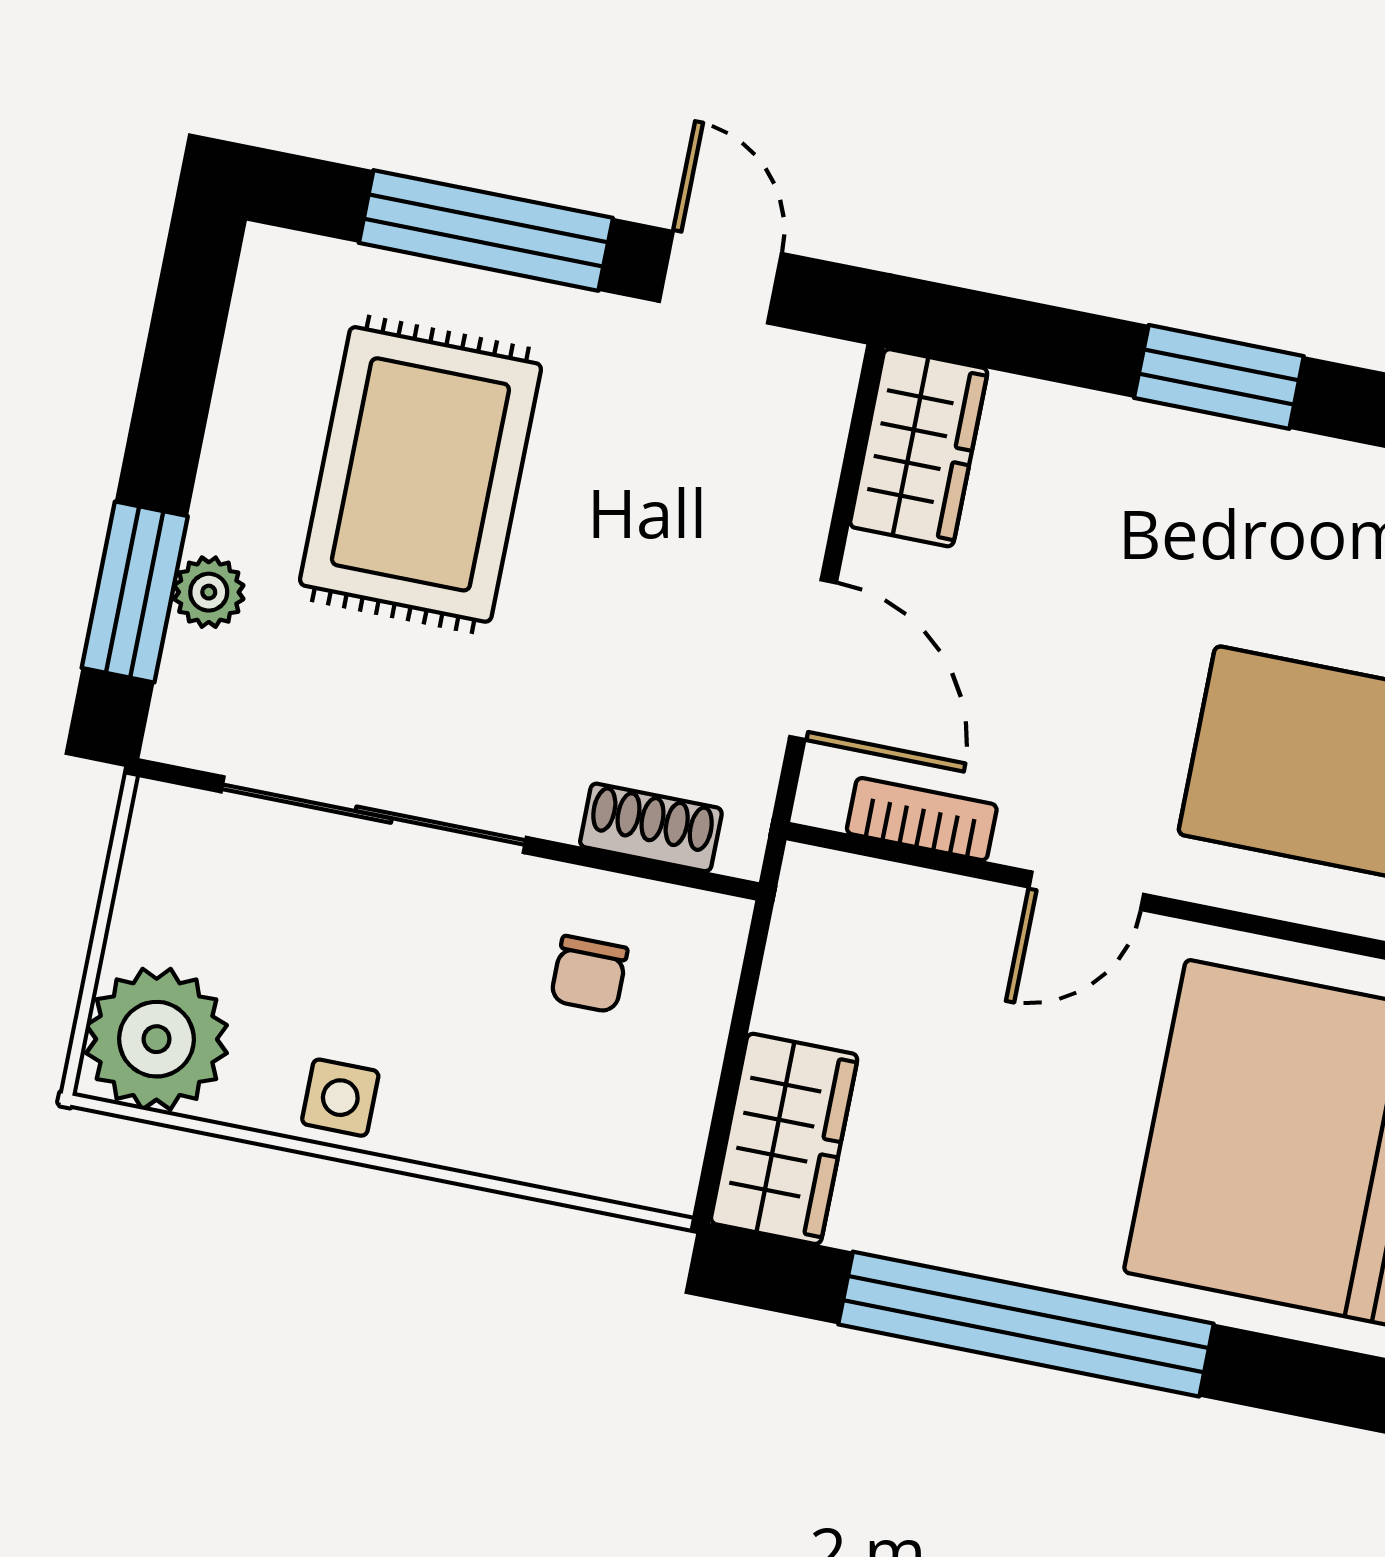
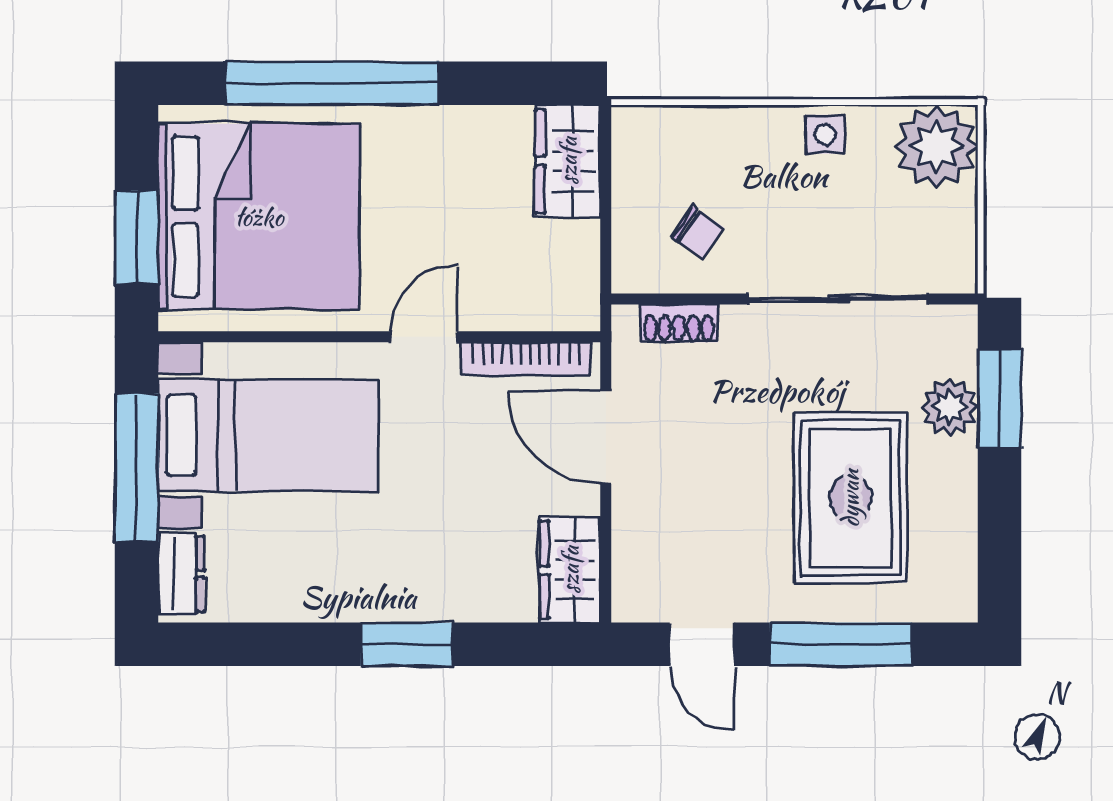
plant: (209, 592) -> (950, 407), width x1.38, depth x1.38
bookcase: (922, 819) -> (526, 359), width x1.56
chair: (589, 974) -> (697, 233), turned 125
window: (1026, 1324) -> (332, 83), moved

